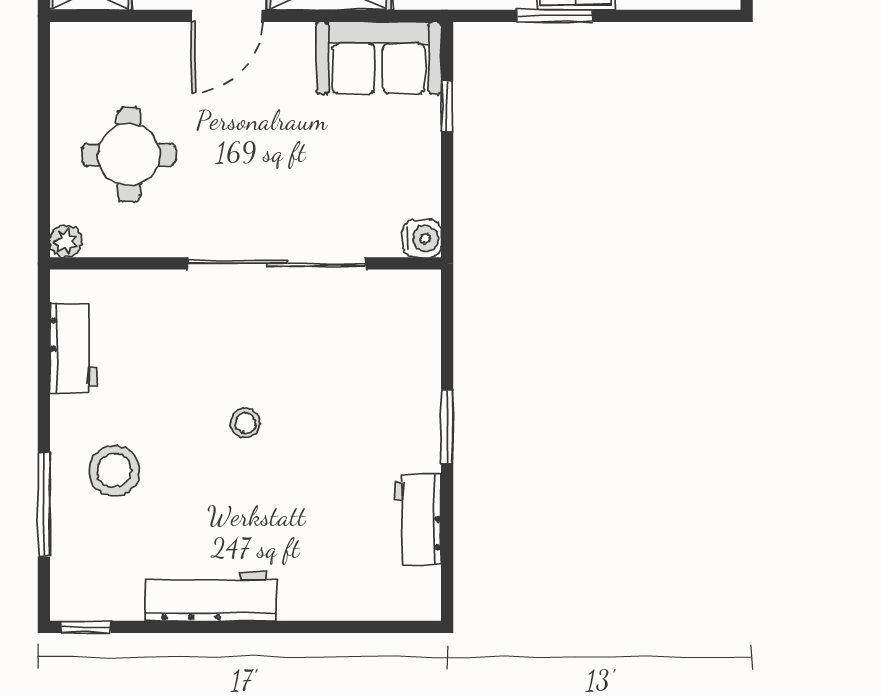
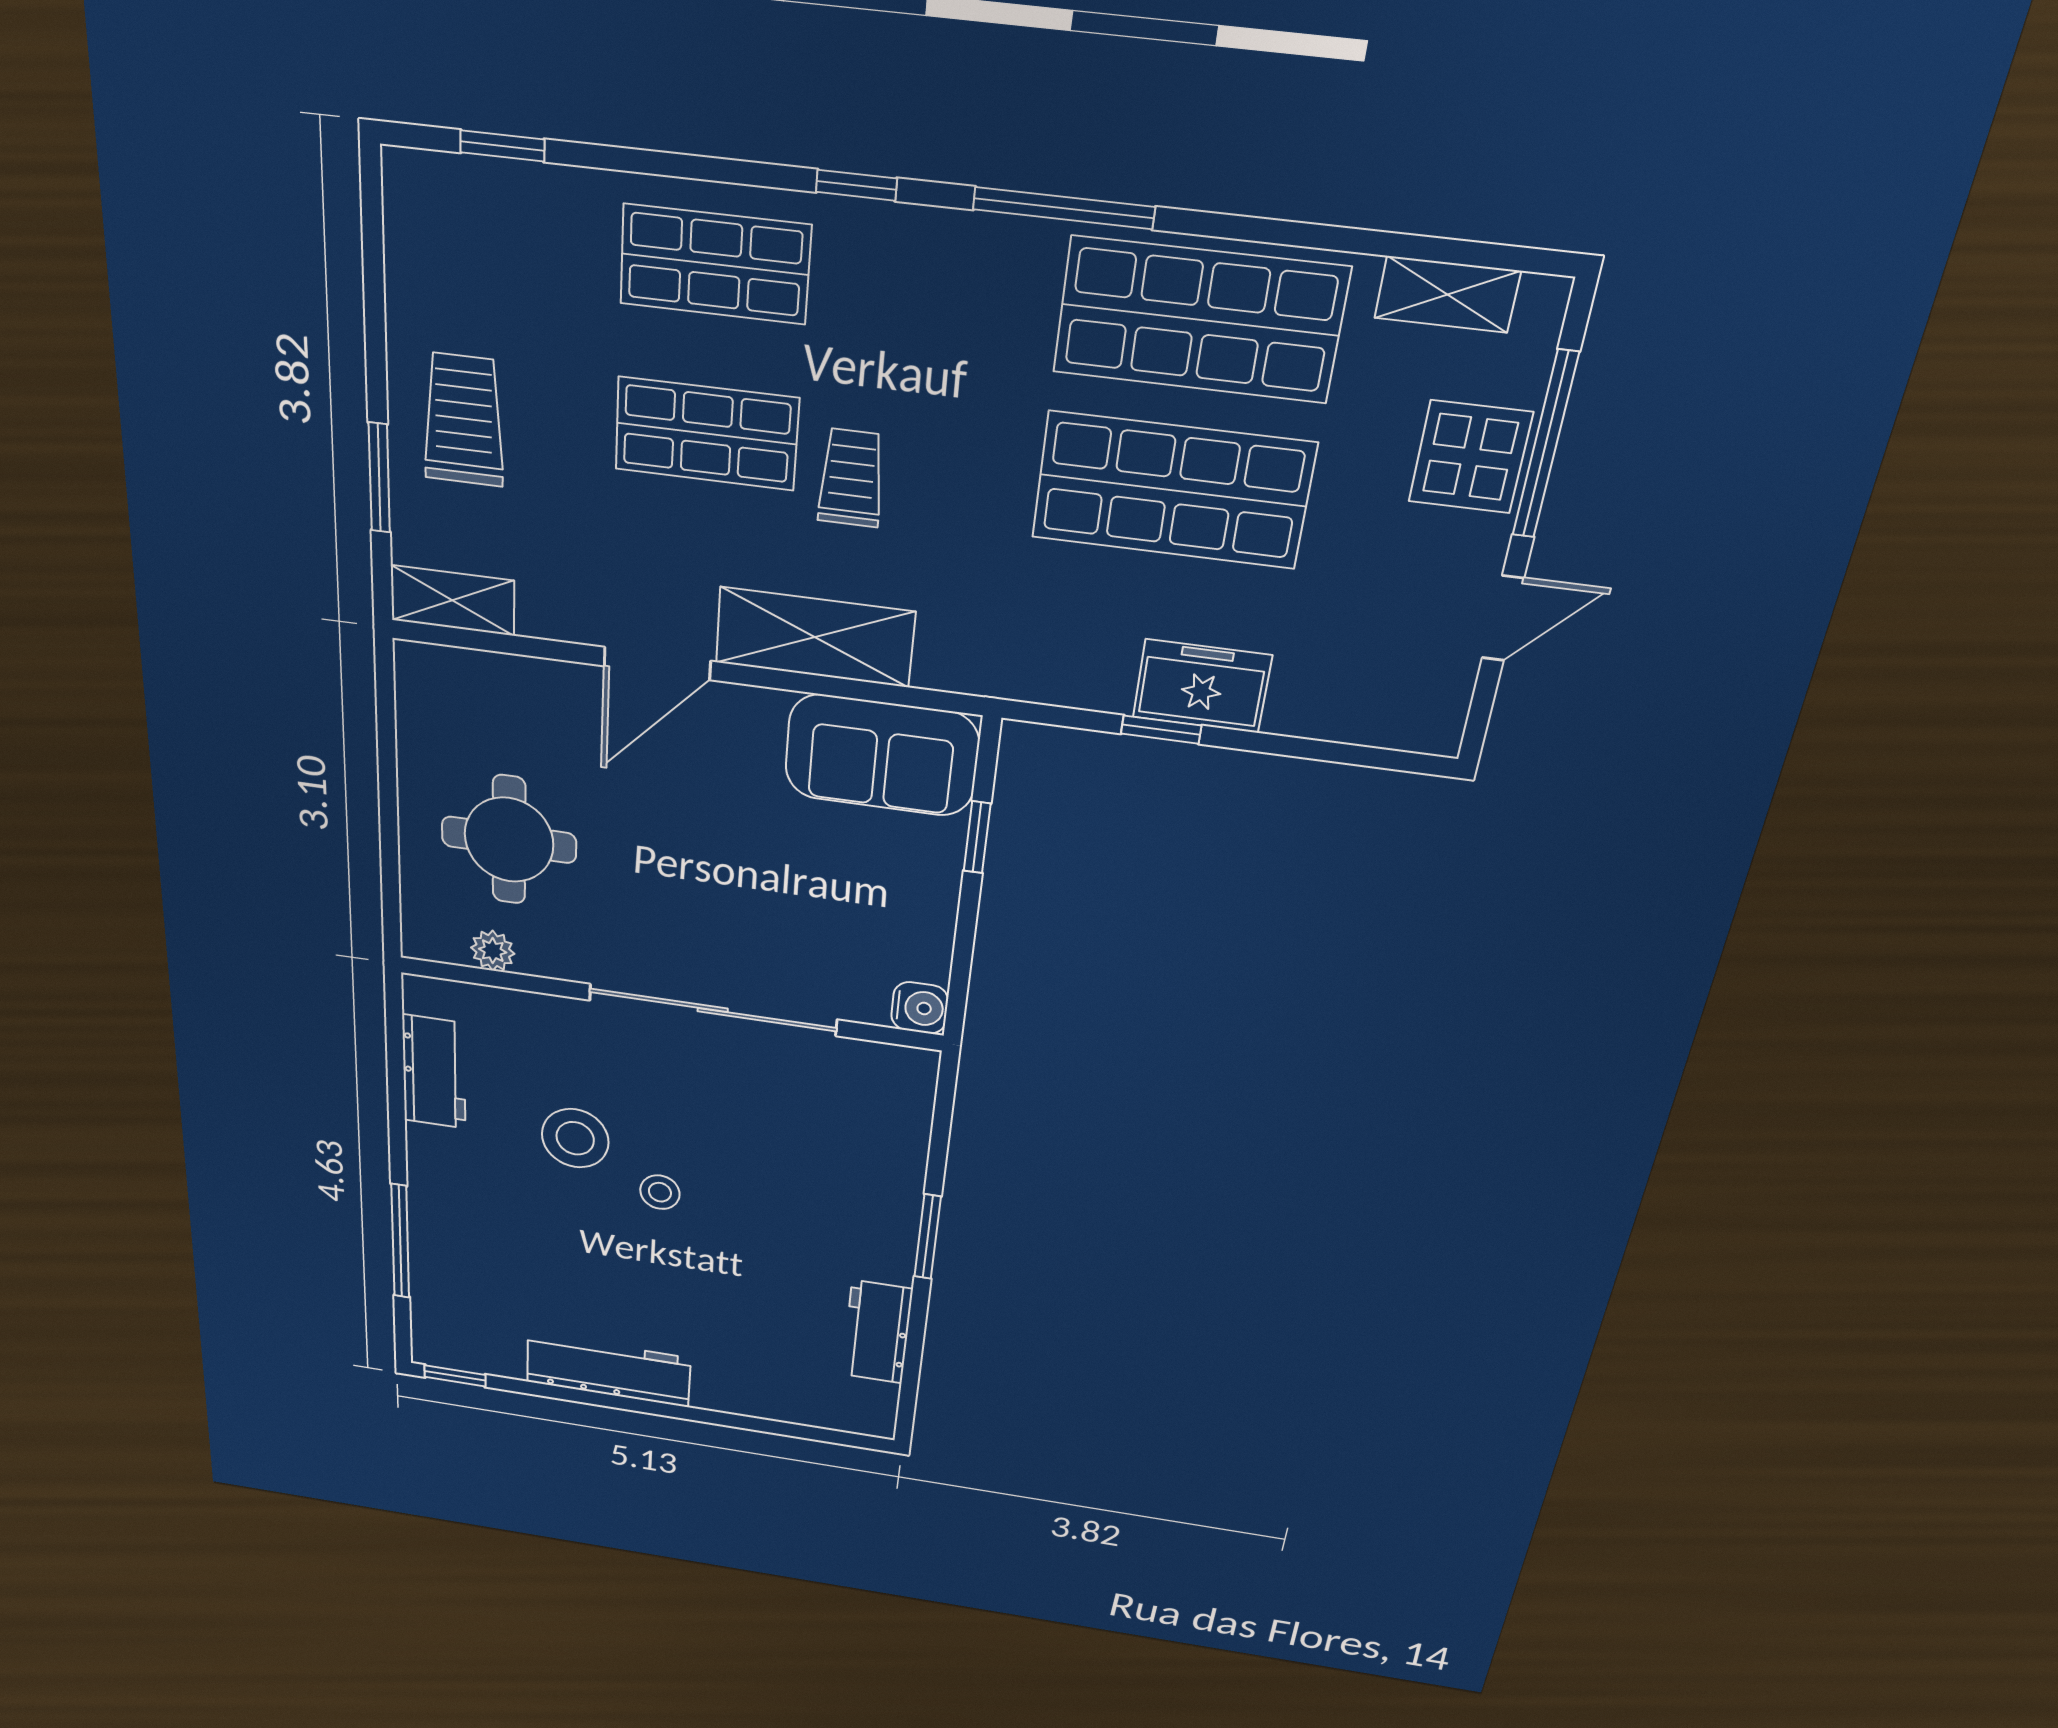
window: (555, 16) -> (1161, 730), width x0.67
plant: (66, 242) -> (493, 951), moved
stool: (114, 471) -> (575, 1138), moved

